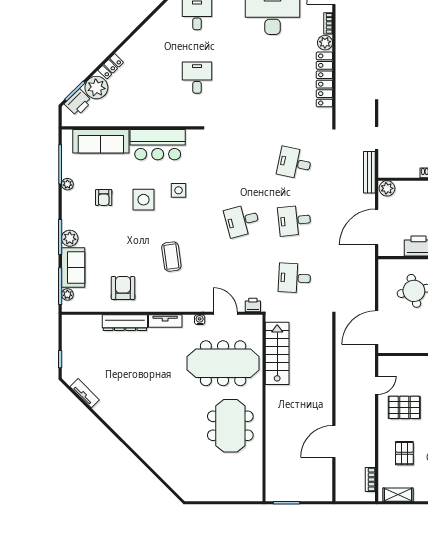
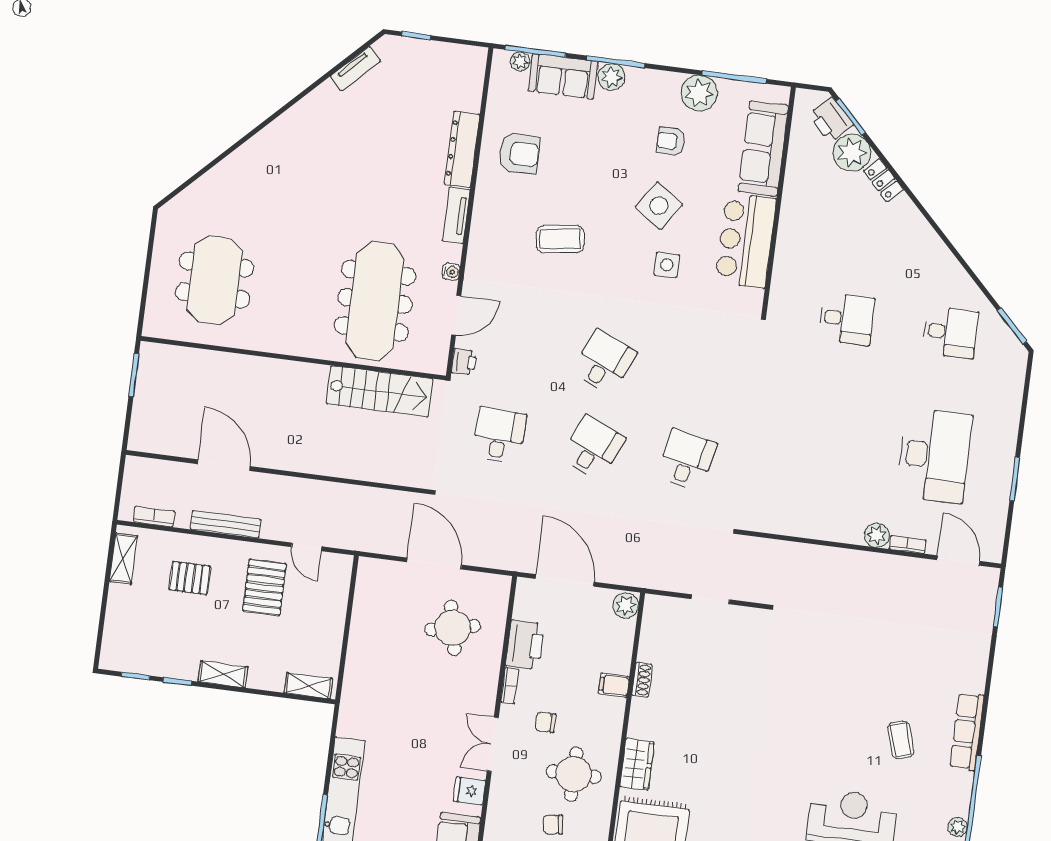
locker: (324, 79) -> (817, 526), removed
bench: (369, 172) -> (226, 524), moved
plant: (67, 184) -> (699, 93), width x1.88, depth x1.88
side table: (144, 200) -> (659, 206), turned 35
desk: (242, 221) -> (604, 362), turned 39
desk: (294, 221) -> (593, 448), turned 30
door: (377, 328) -> (434, 563), moved
meeting table: (230, 426) -> (215, 280), moved, turned 90

